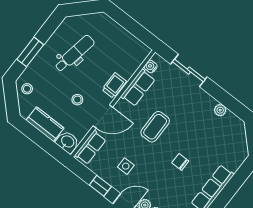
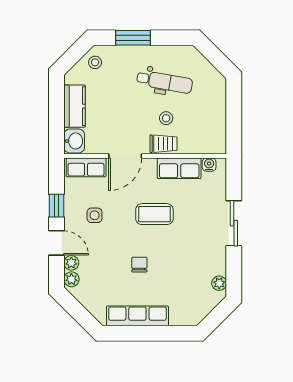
sliding door: (189, 71) -> (234, 223), moved
stool: (77, 100) -> (166, 118), moved
plant: (220, 110) -> (219, 283), moved
door: (103, 116) -> (125, 156), hinge flipped

